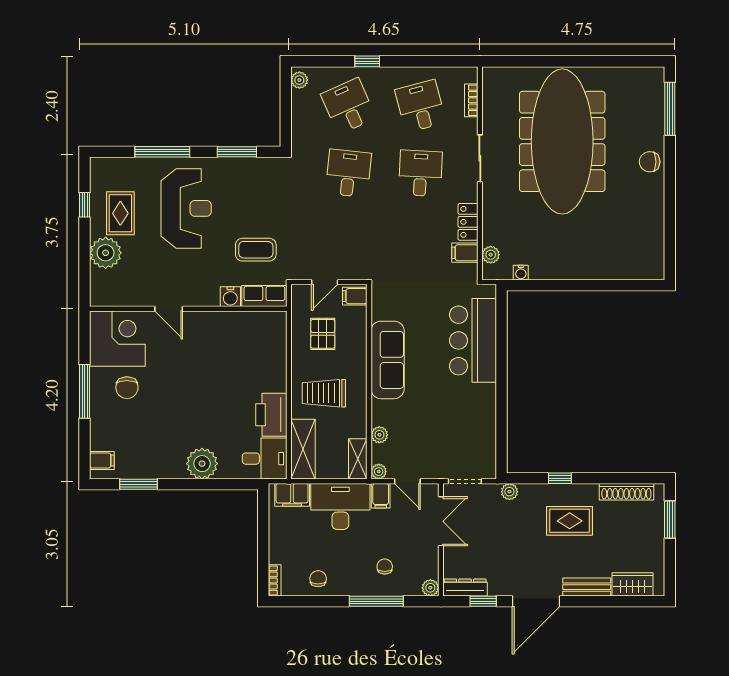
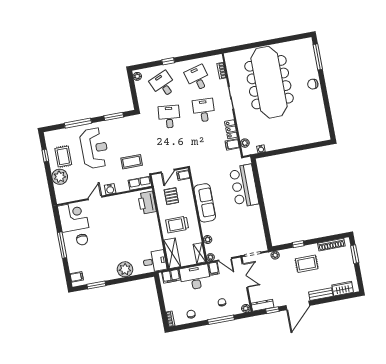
water cooler: (230, 297) -> (110, 189), moved
door: (169, 309) -> (95, 198), swing flipped
printer: (271, 415) -> (147, 203), moved

